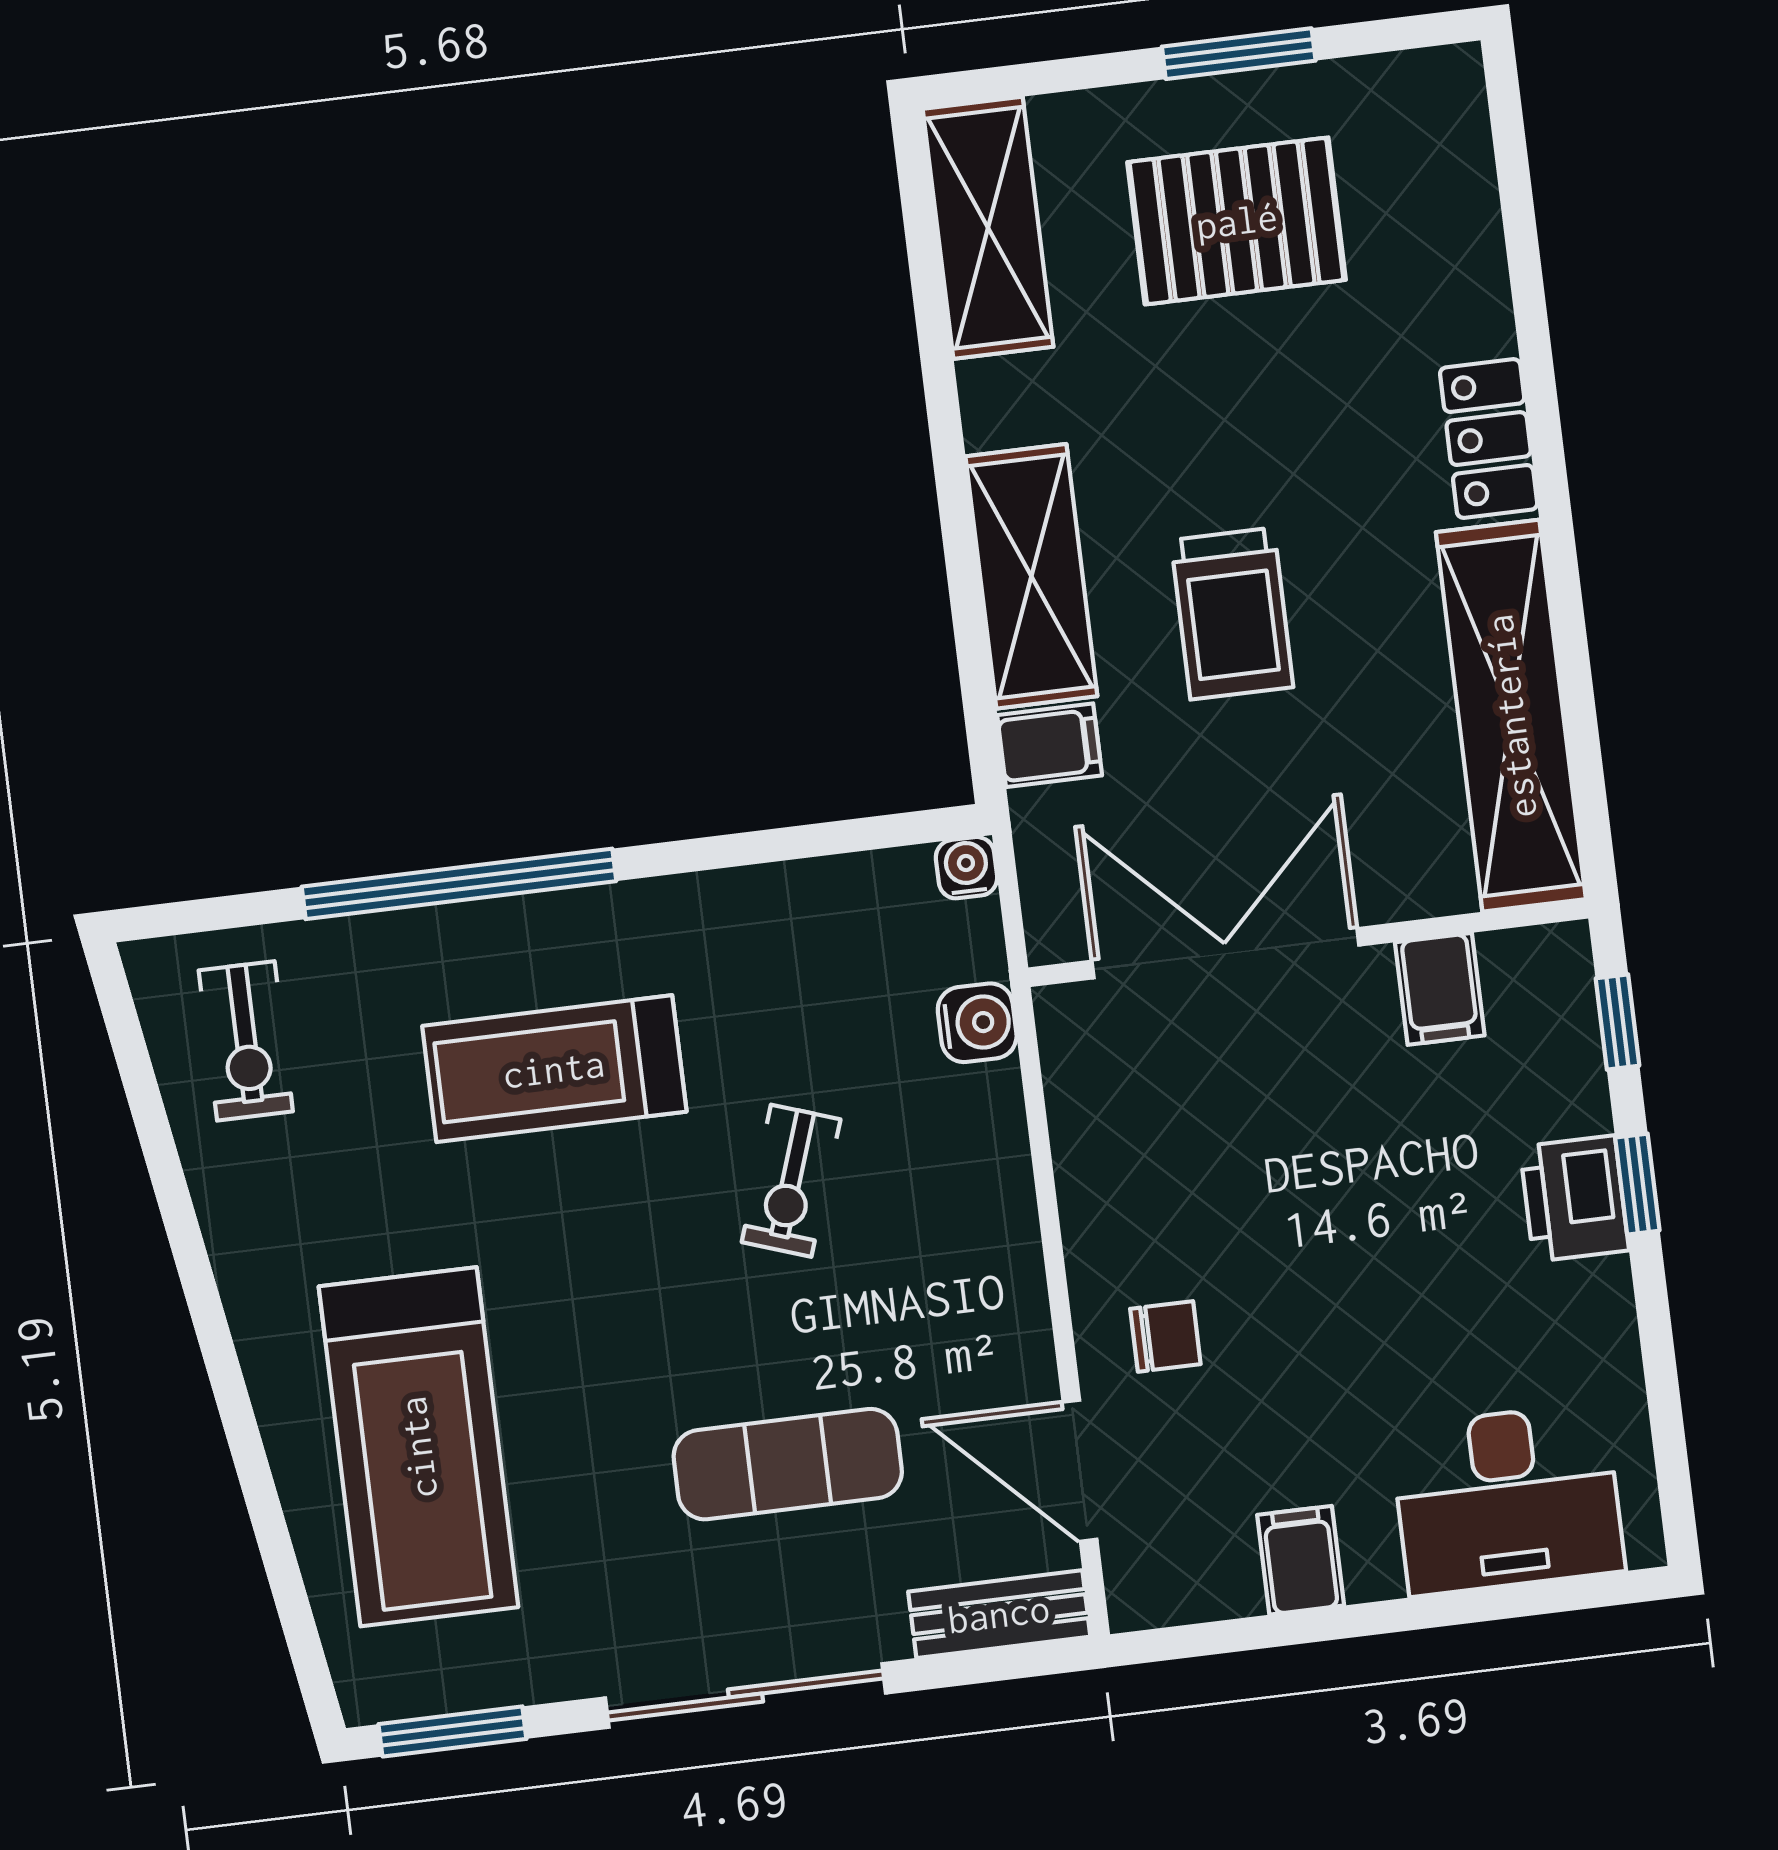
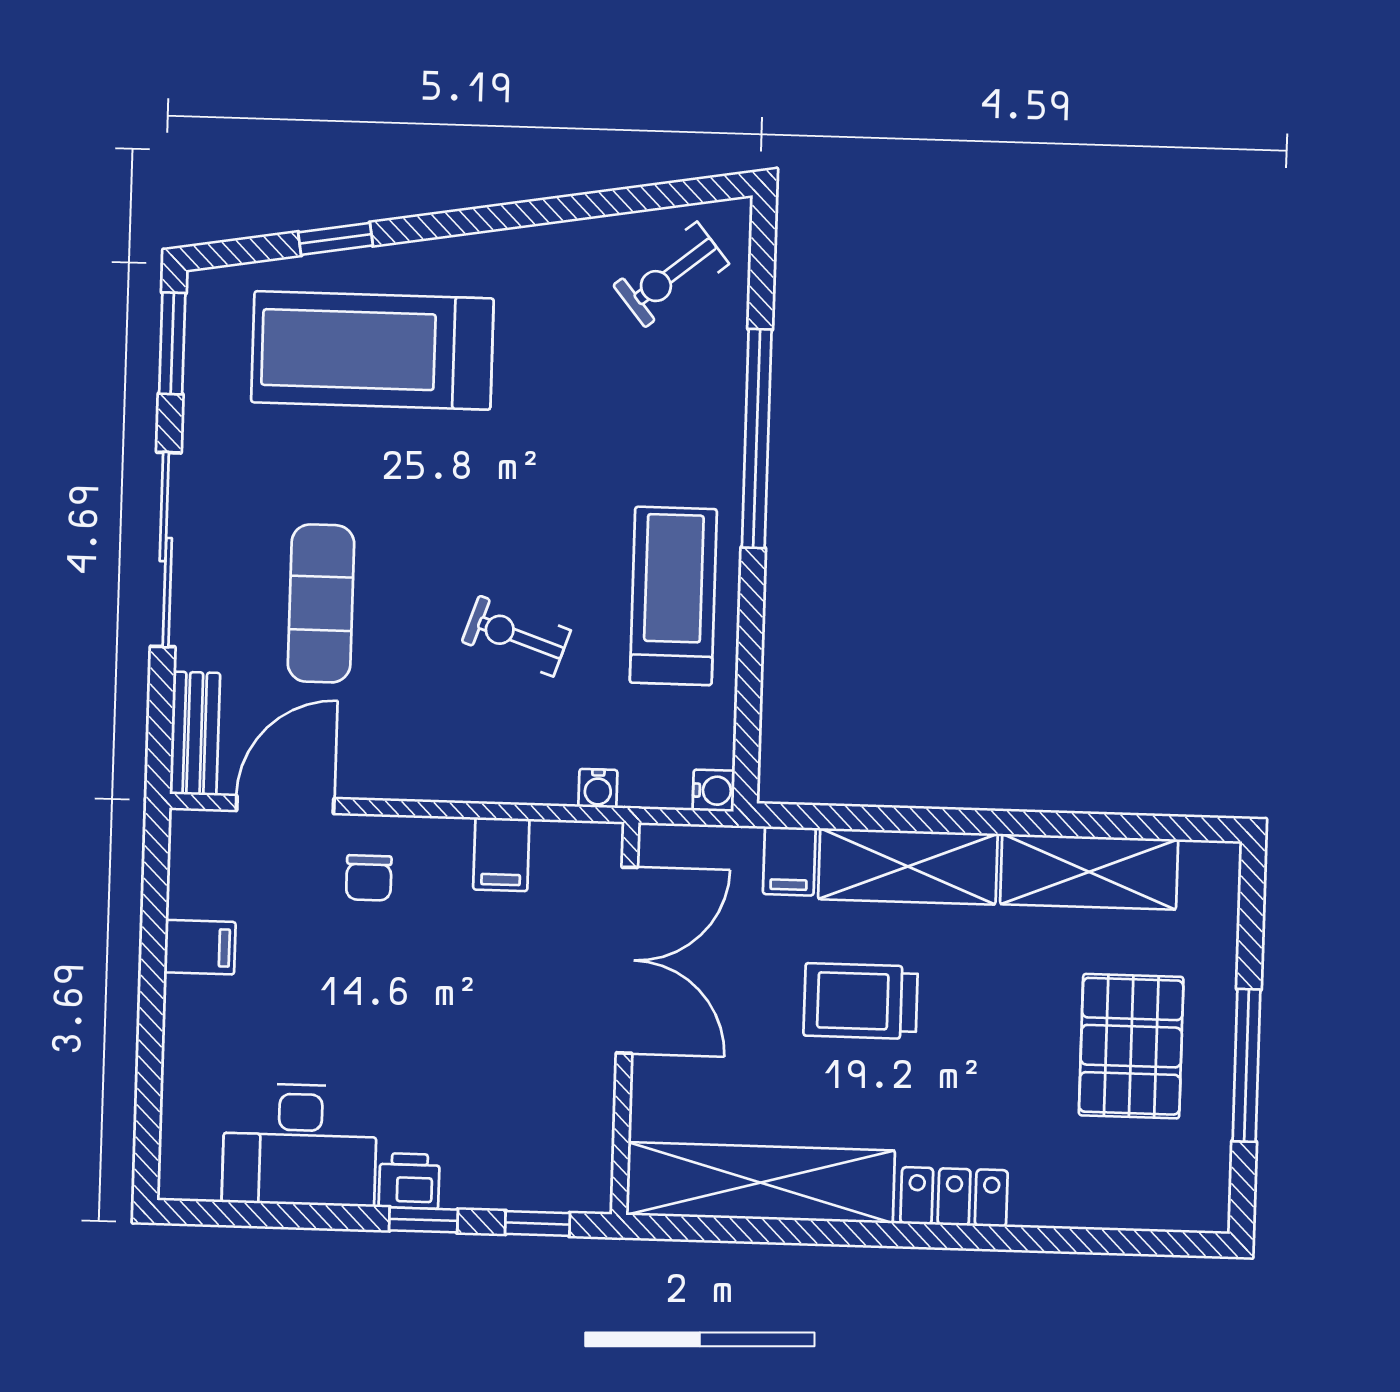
window: (1239, 54) -> (1247, 1065), width x1.44
shelving: (988, 228) -> (1089, 872), moved
filing cabinet: (1440, 989) -> (501, 854), moved, turned -90
water cooler: (977, 1023) -> (598, 788), width x0.72, depth x0.72
exercise bike: (246, 1041) -> (671, 275), turned -39
treadmill: (554, 1069) -> (673, 596), moved
printer: (1574, 1199) -> (409, 1181), width x0.73, depth x0.81
desk: (1507, 1499) -> (300, 1145), moved, turned -90
window: (269, 1523) -> (336, 239), added

